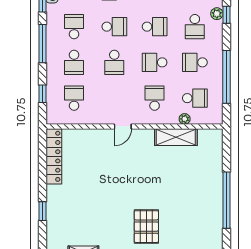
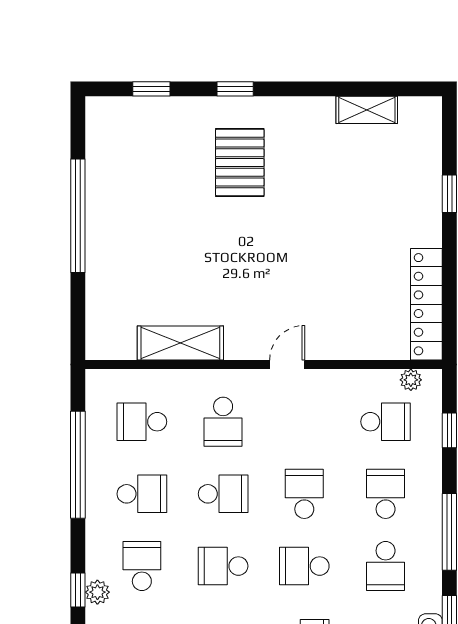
school desk: (74, 98) -> (386, 422), turned -90
plant: (185, 119) -> (411, 380), moved

